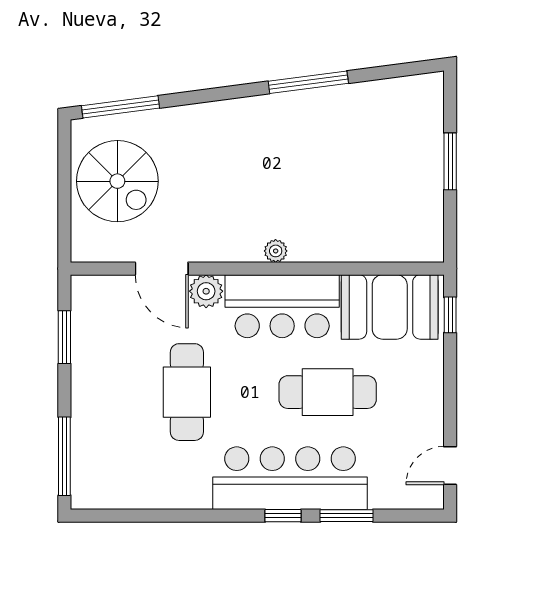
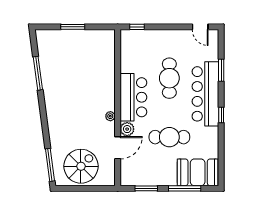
window: (308, 82) -> (38, 73), moved
plant: (276, 251) -> (110, 116), moved
booth: (390, 307) -> (198, 172), moved, turned 90
window: (64, 456) -> (185, 188), moved
window: (283, 516) -> (221, 115), moved

